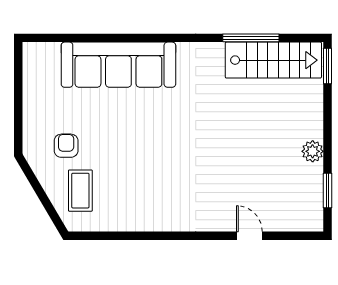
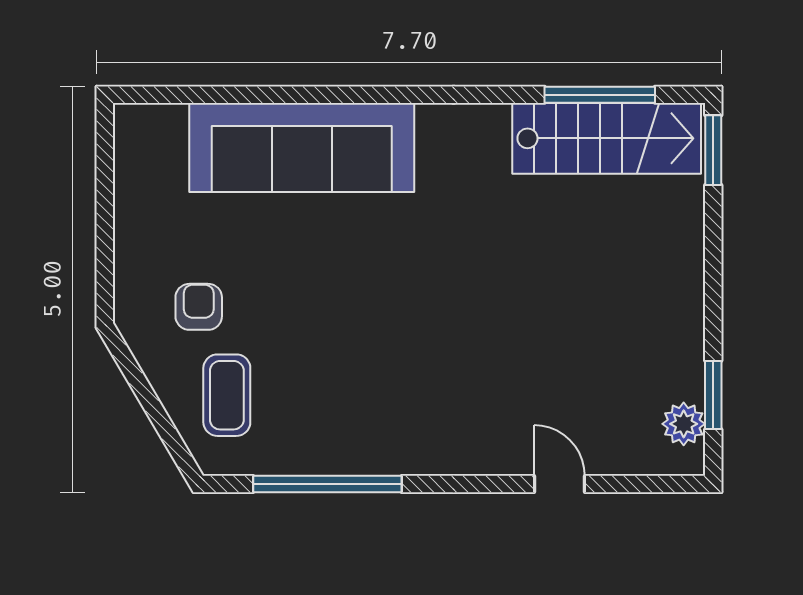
window: (251, 38) -> (600, 95), moved
plant: (313, 151) -> (684, 424), moved
window: (131, 236) -> (327, 484), added

